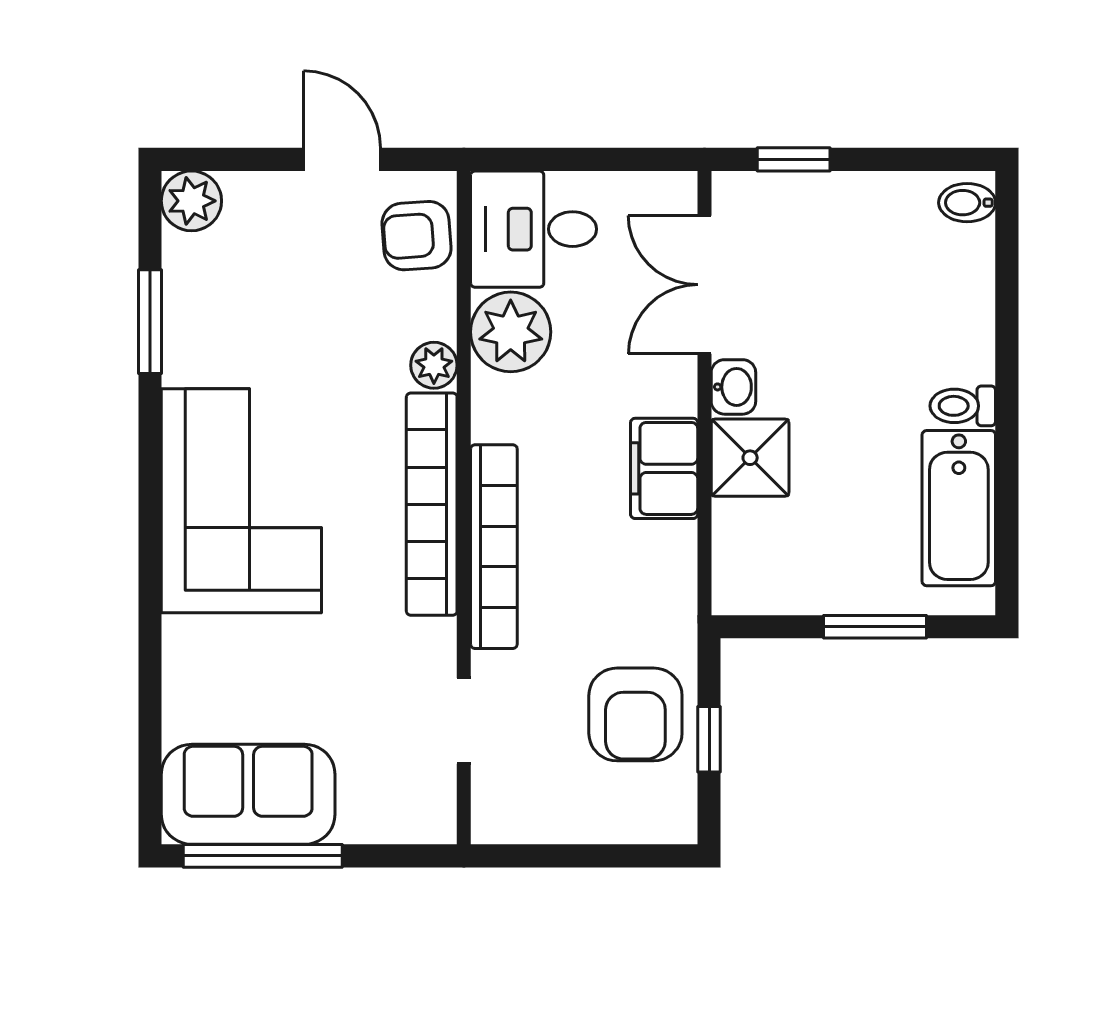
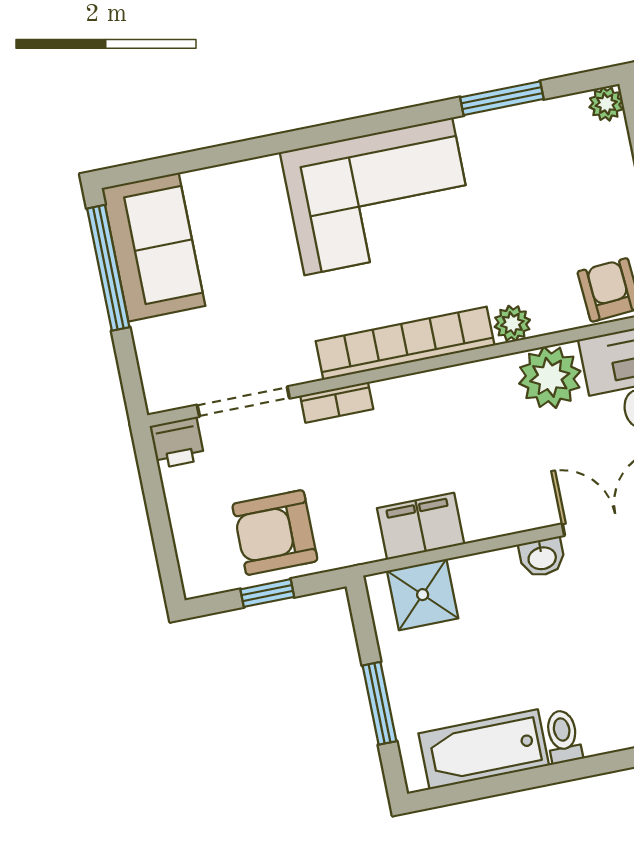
plant: (191, 201) -> (606, 104), width x0.73, depth x0.73
shower: (750, 458) -> (423, 595), moved
filing cabinet: (664, 468) -> (421, 526), moved
bookcase: (494, 547) -> (337, 402), width x0.43, depth x0.76
doorway: (464, 721) -> (243, 402), width x1.38
printer: (499, 814) -> (177, 443), added

